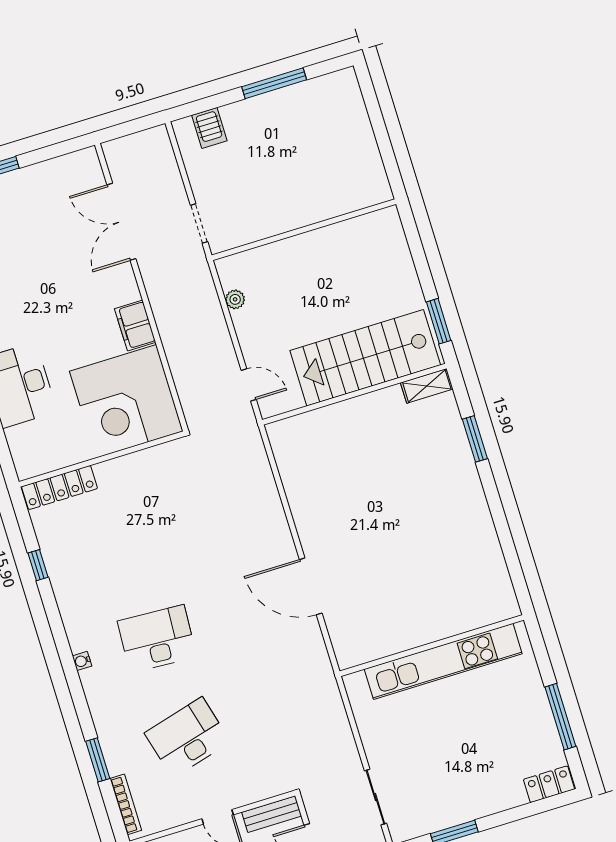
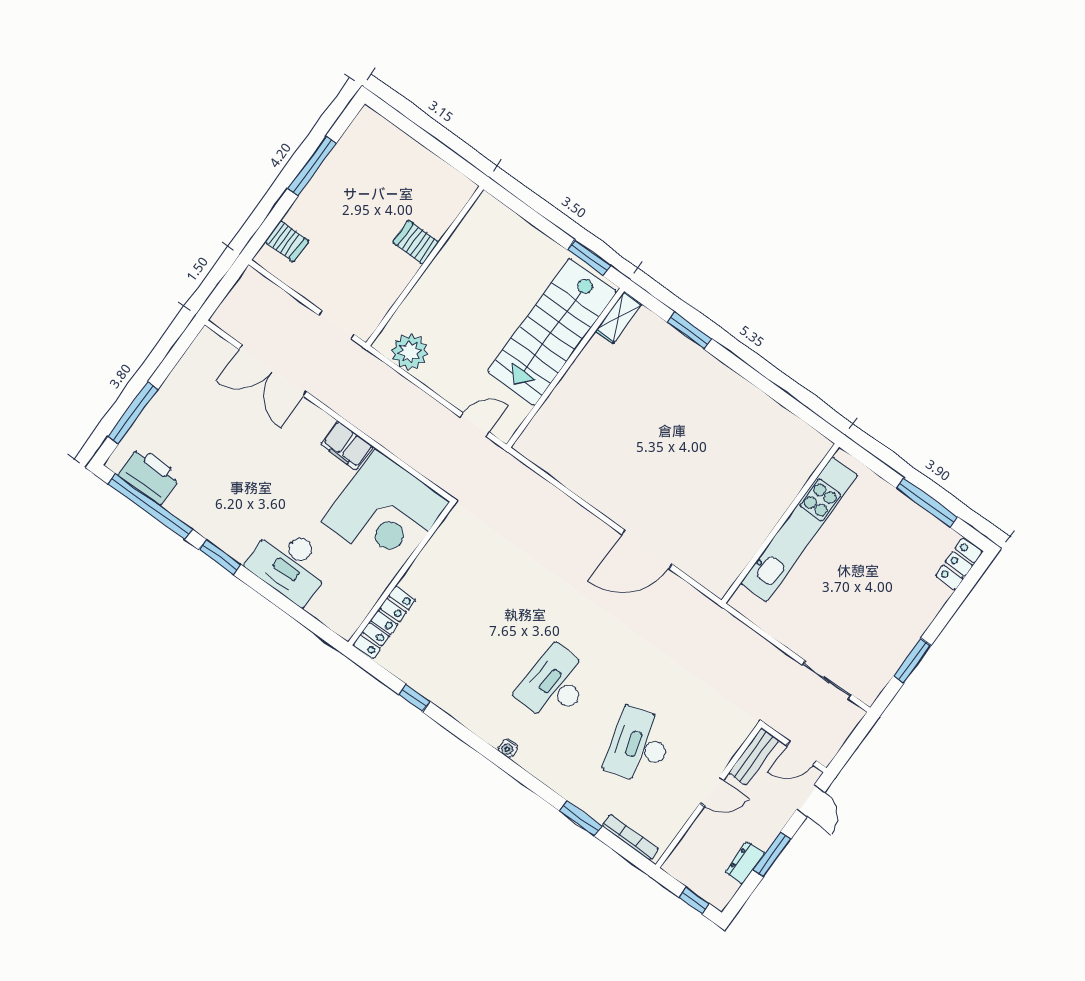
server rack: (311, 205) -> (416, 242), added
plant: (235, 299) -> (410, 352), width x1.87, depth x1.87

